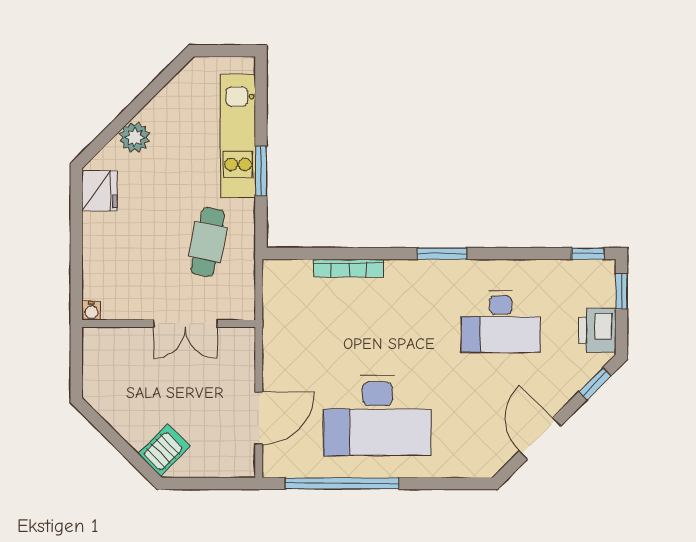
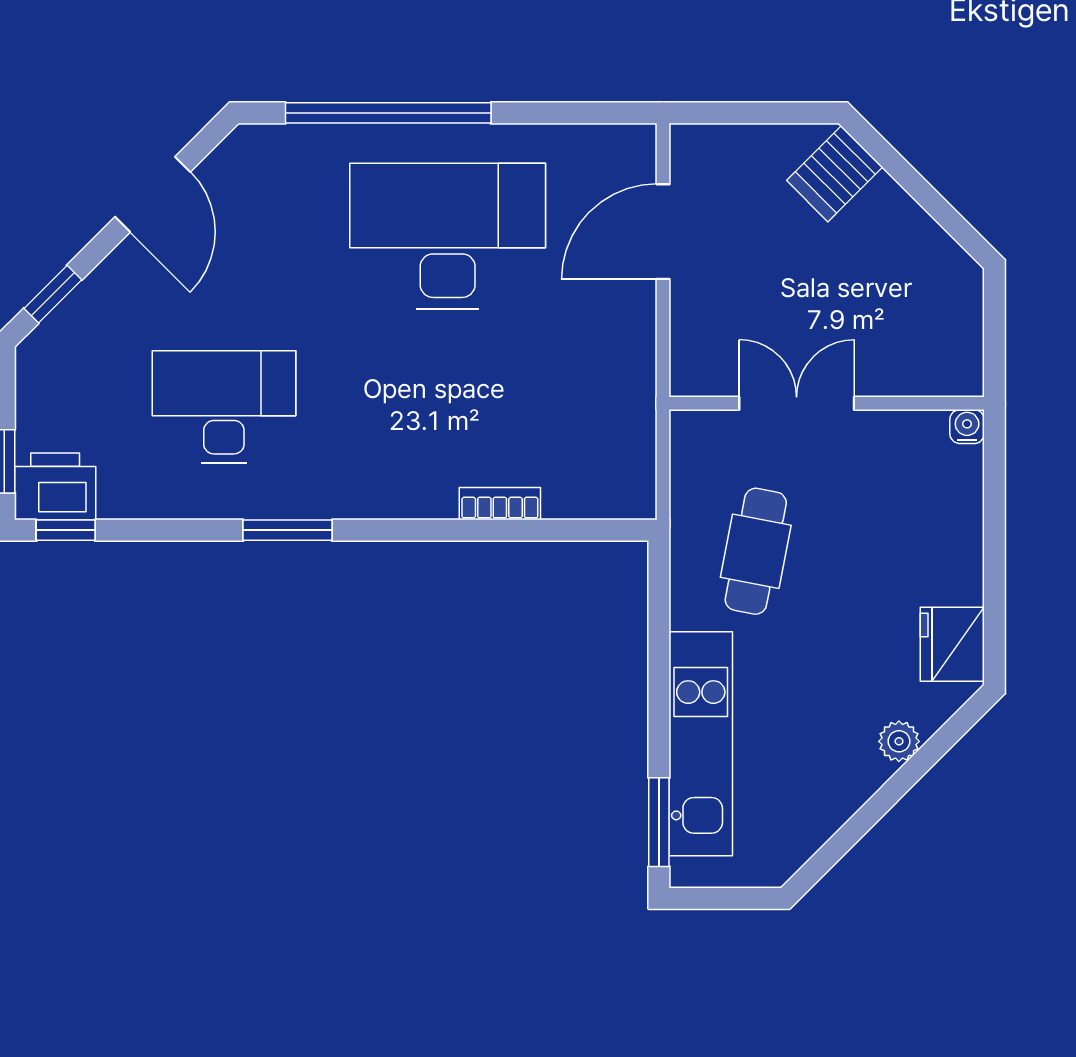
plant: (135, 137) -> (899, 741), width x0.73, depth x0.73
window: (261, 171) -> (659, 822), moved
window: (442, 254) -> (288, 530), moved
bookcase: (349, 268) -> (500, 504), width x0.64
printer: (597, 330) -> (55, 486), moved, turned -90
window: (342, 483) -> (388, 113), moved

